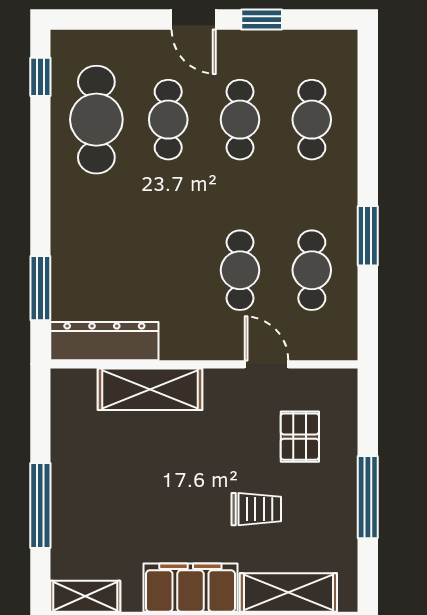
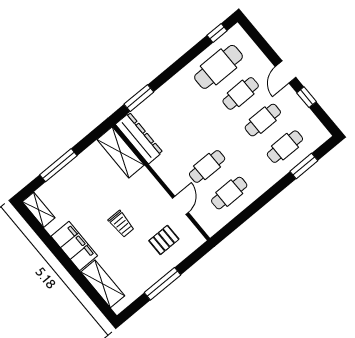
window: (368, 236) -> (304, 166), moved
shelving: (150, 389) -> (121, 152), moved
trolley: (256, 509) -> (121, 224), moved

